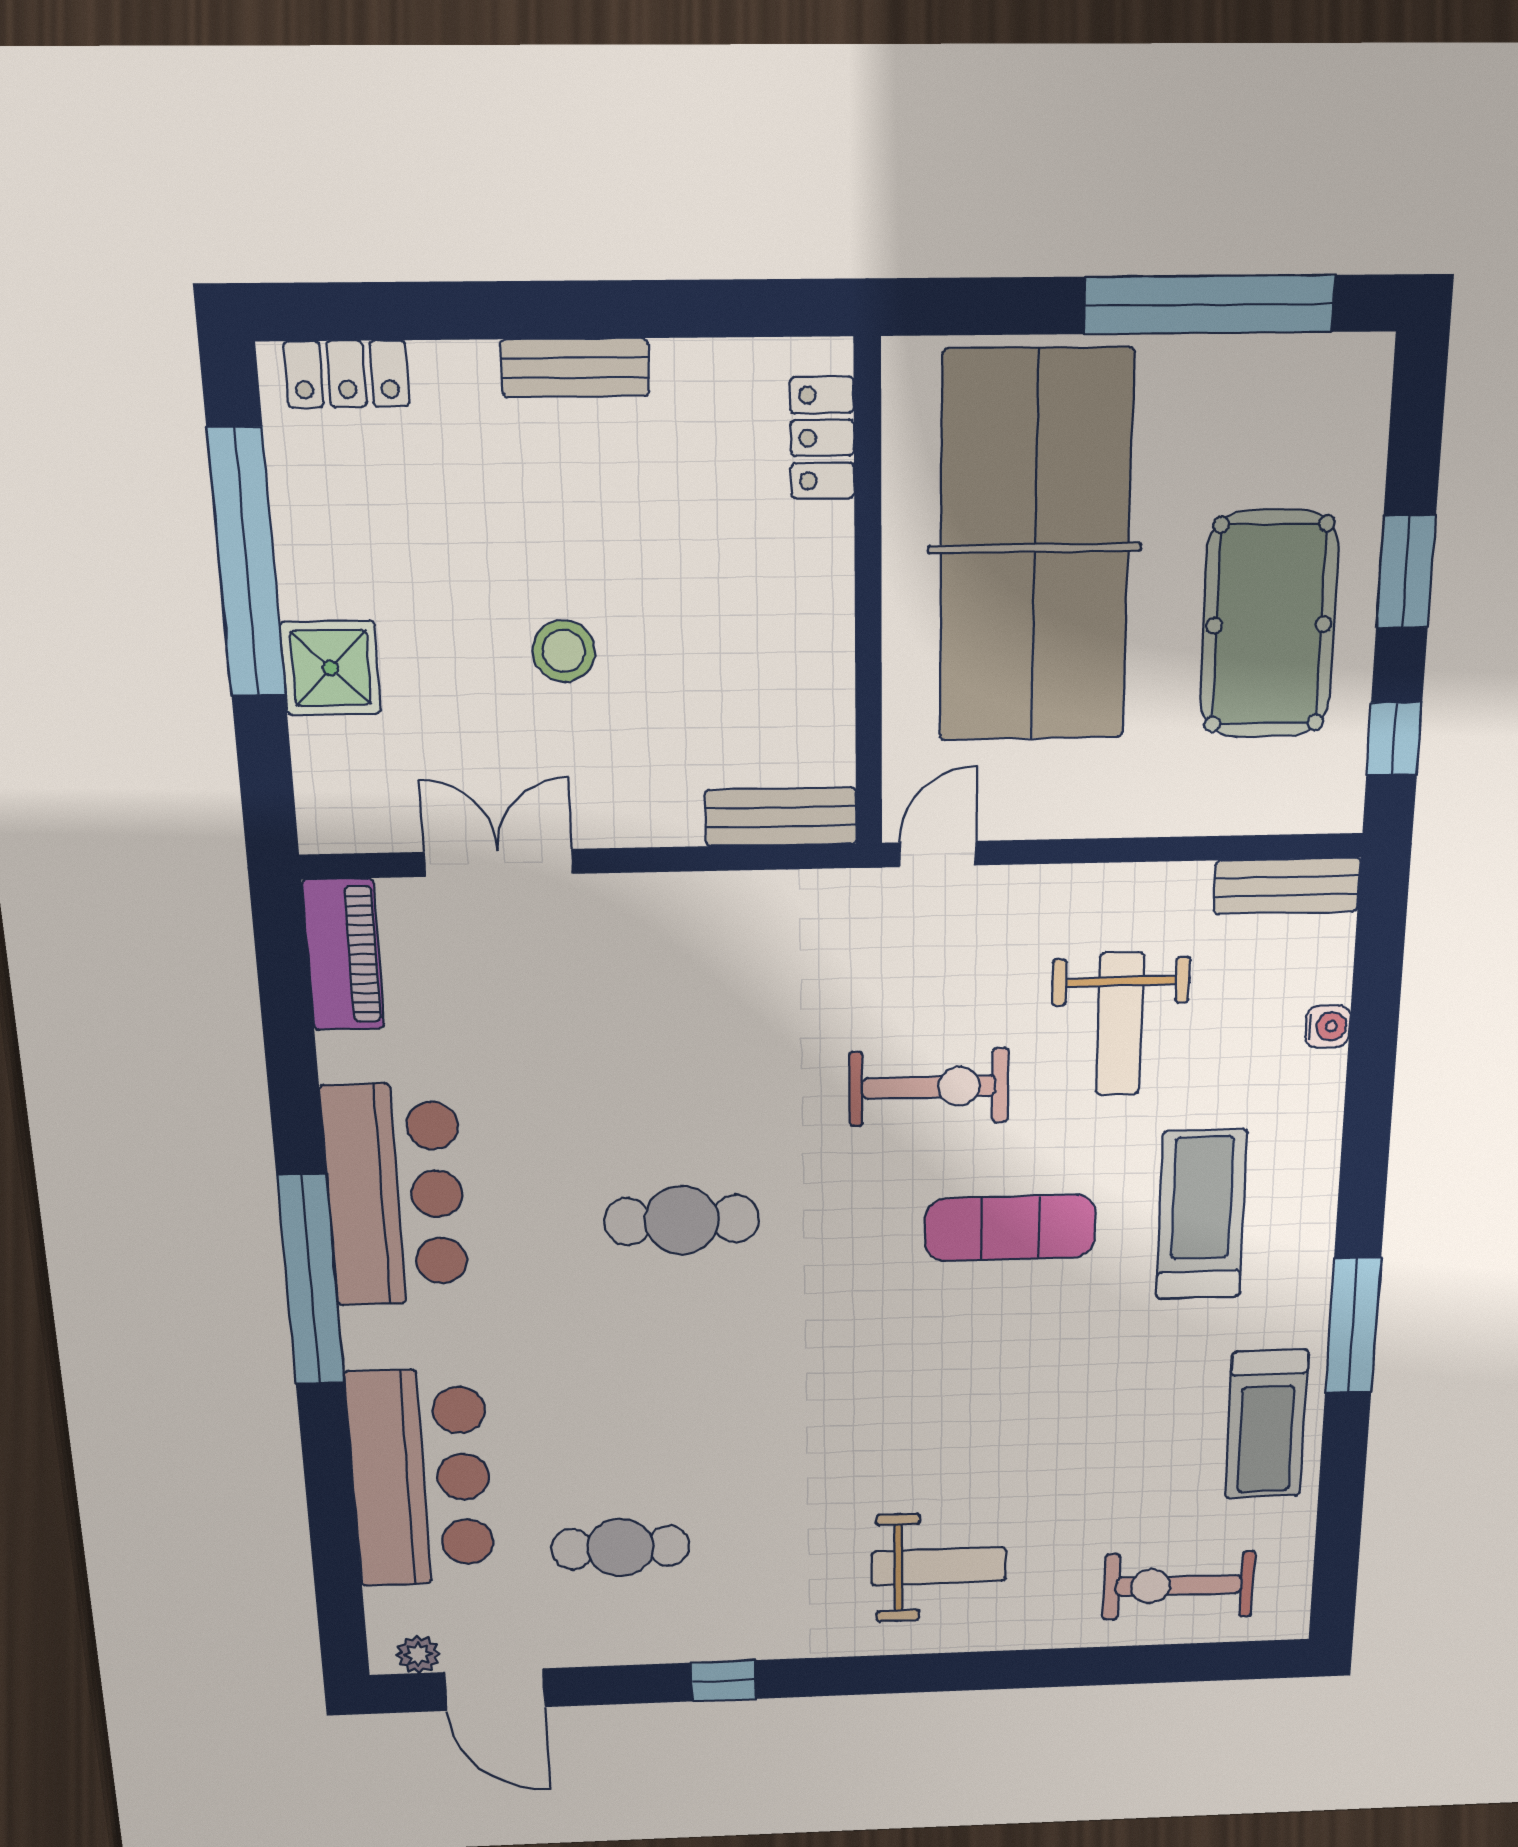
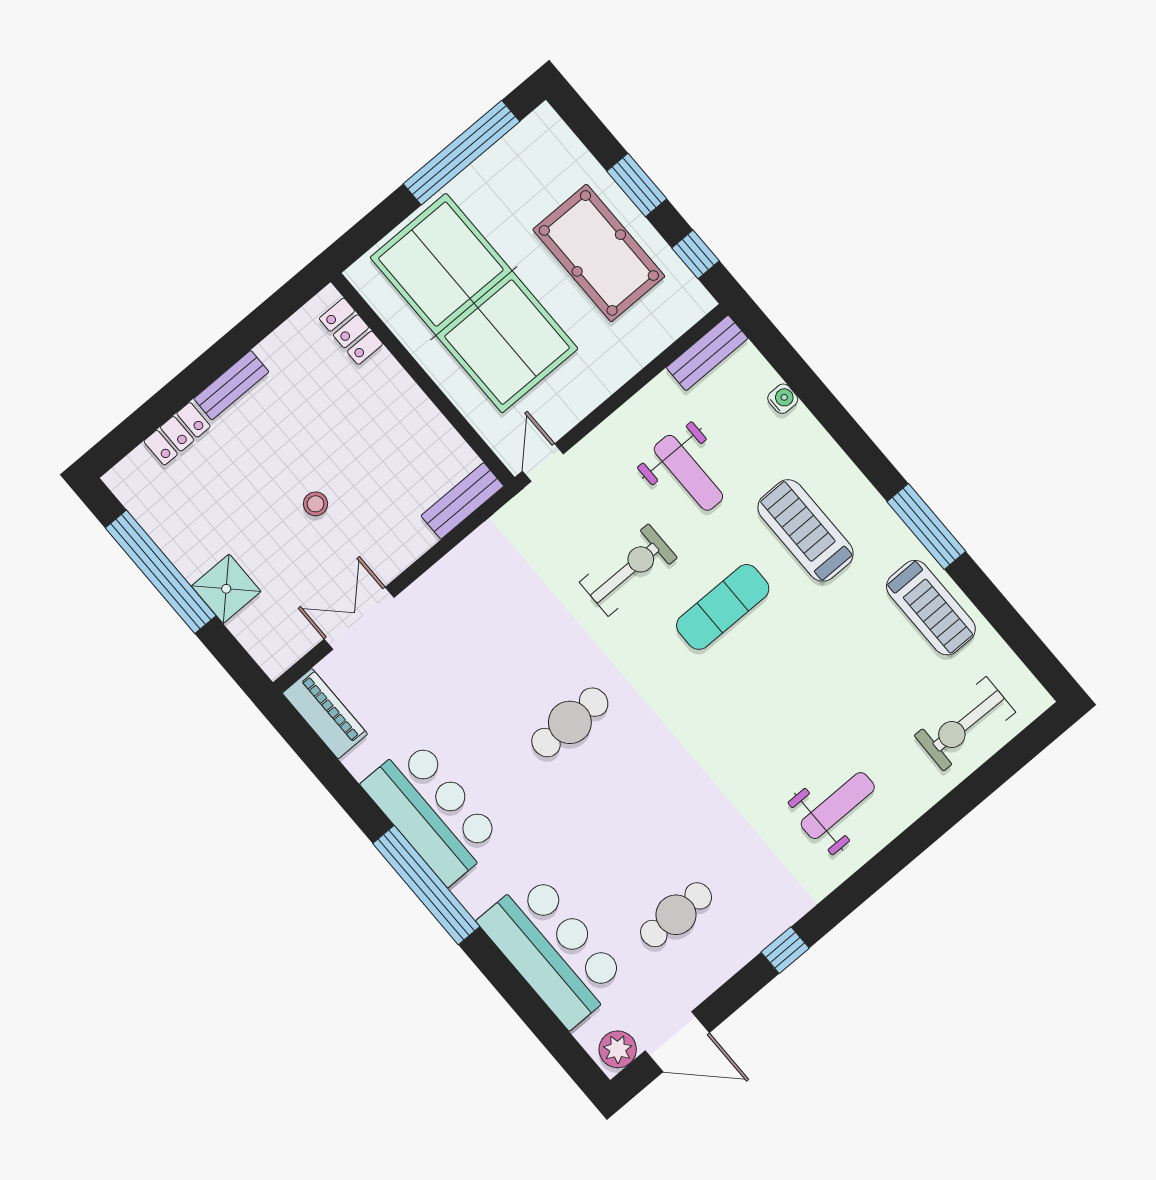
locker: (347, 374) -> (177, 434), moved
stool: (564, 651) -> (316, 504), width x0.73, depth x0.73
plant: (418, 1654) -> (618, 1049), width x1.38, depth x1.38

